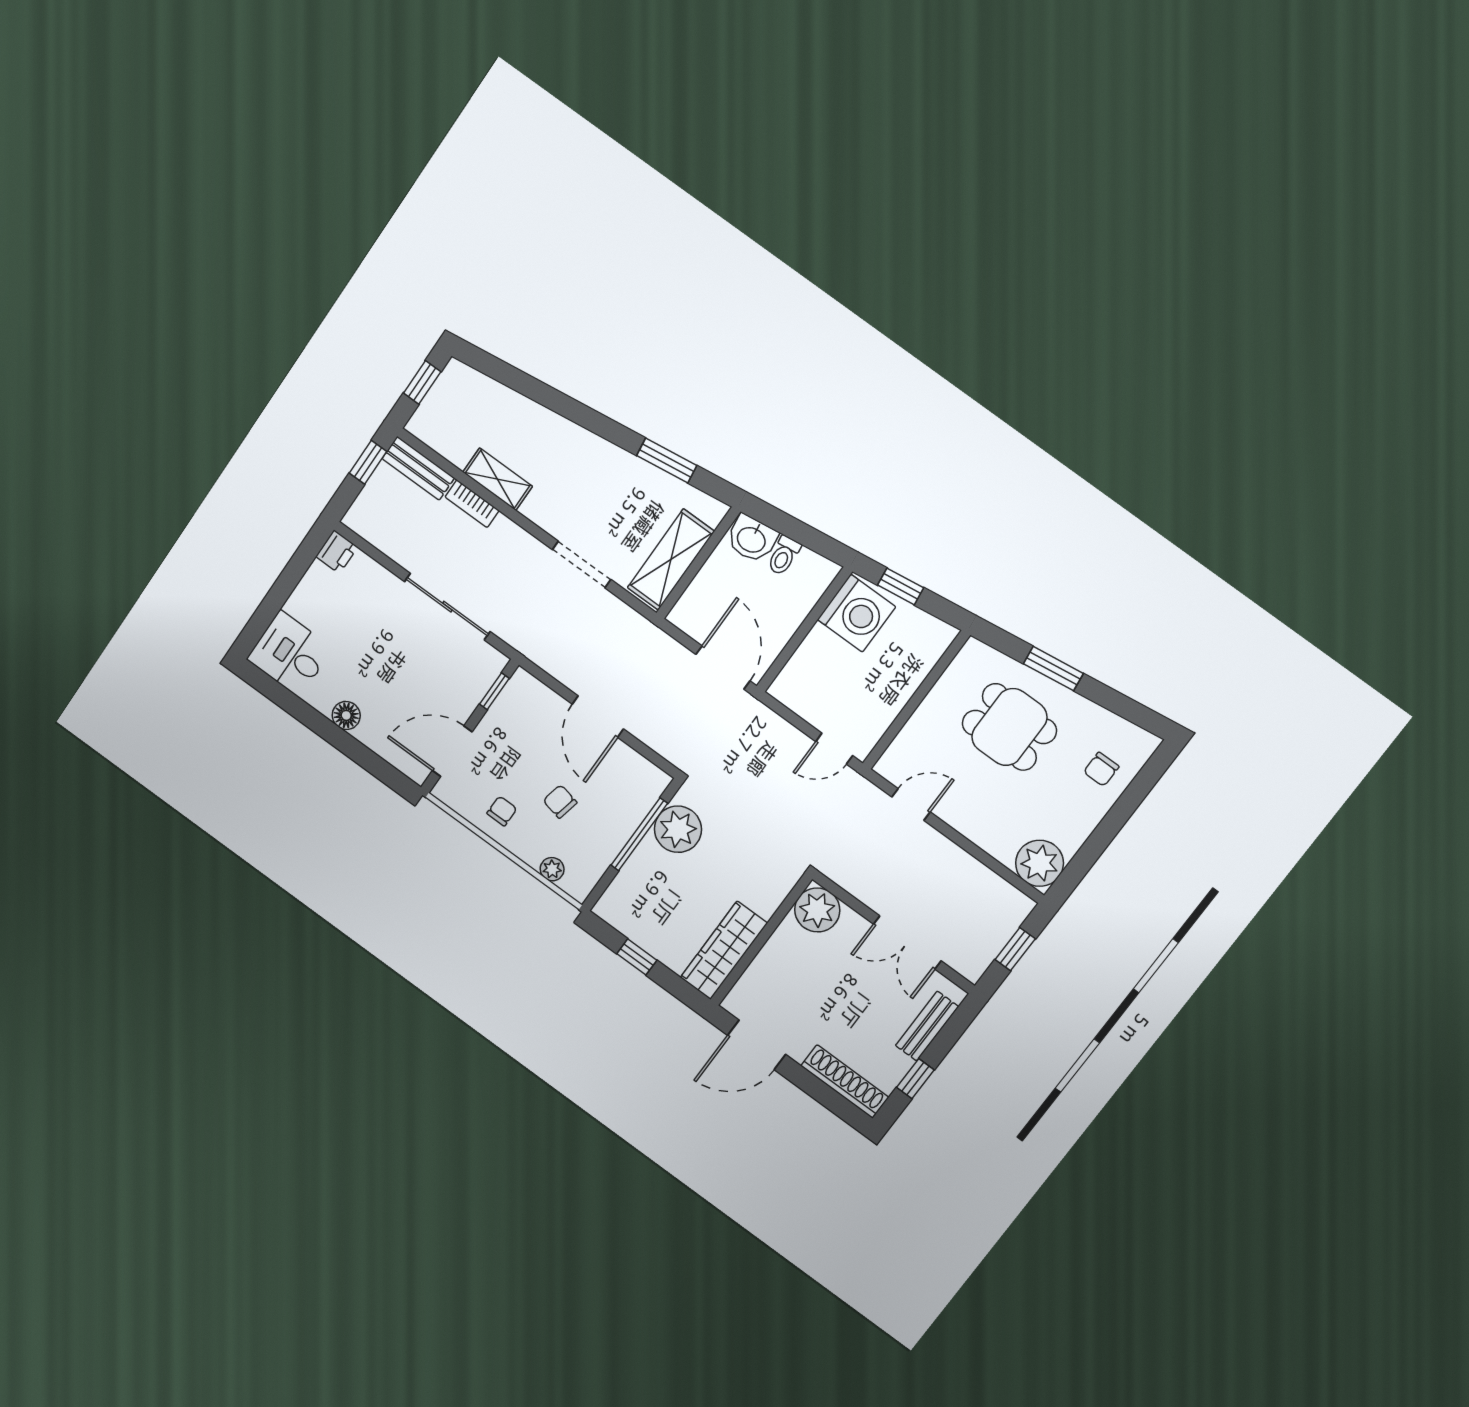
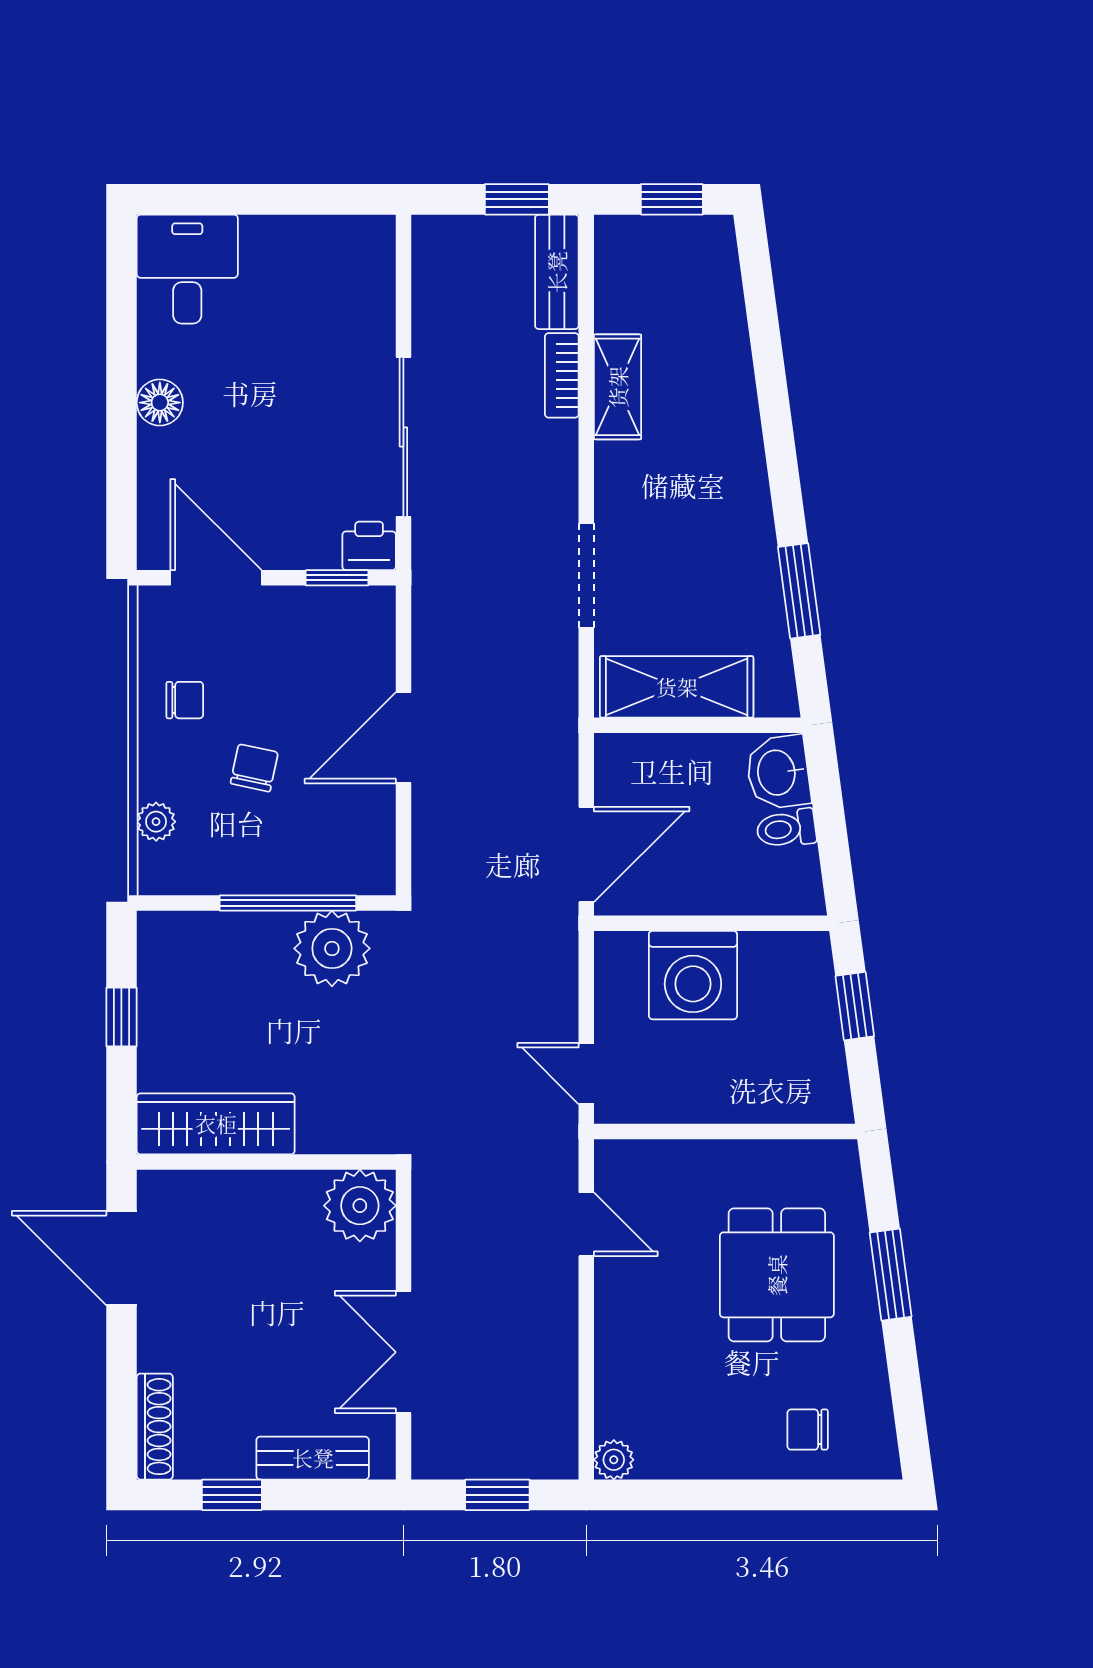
printer: (337, 552) -> (369, 546), moved, turned 180
washing machine: (857, 613) -> (693, 975), moved
plant: (1040, 863) -> (614, 1460), width x0.53, depth x0.53
shoe rack: (845, 1081) -> (155, 1427), width x0.74, depth x0.81

